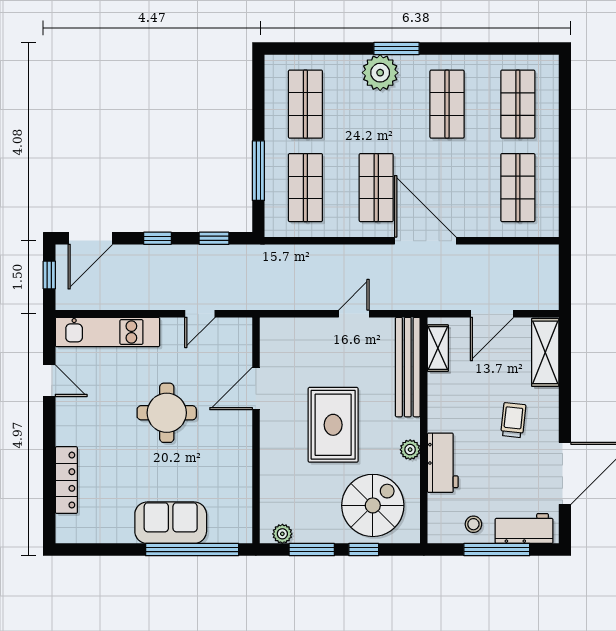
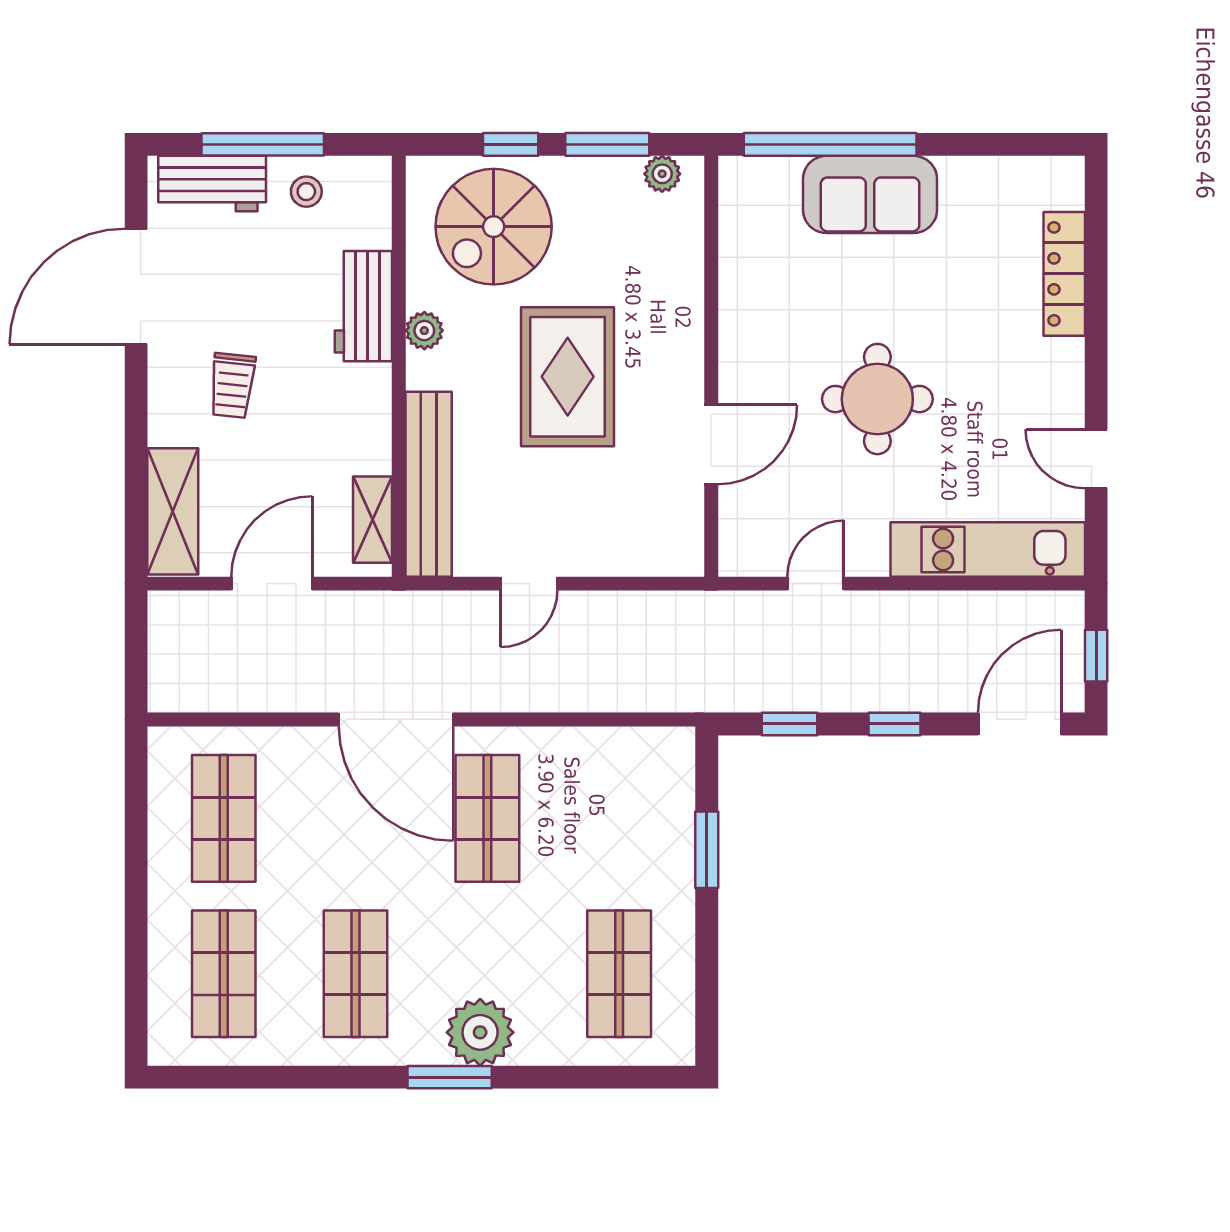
window: (258, 171) -> (707, 850), width x0.69
shop shelf: (305, 188) -> (619, 818), removed

